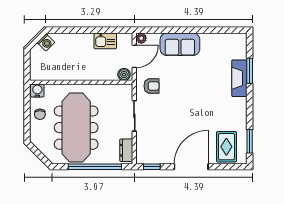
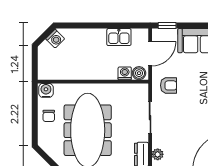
window: (150, 30) -> (167, 25), added
plant: (141, 38) -> (158, 154), moved
washing machine: (111, 75) -> (125, 73), added

